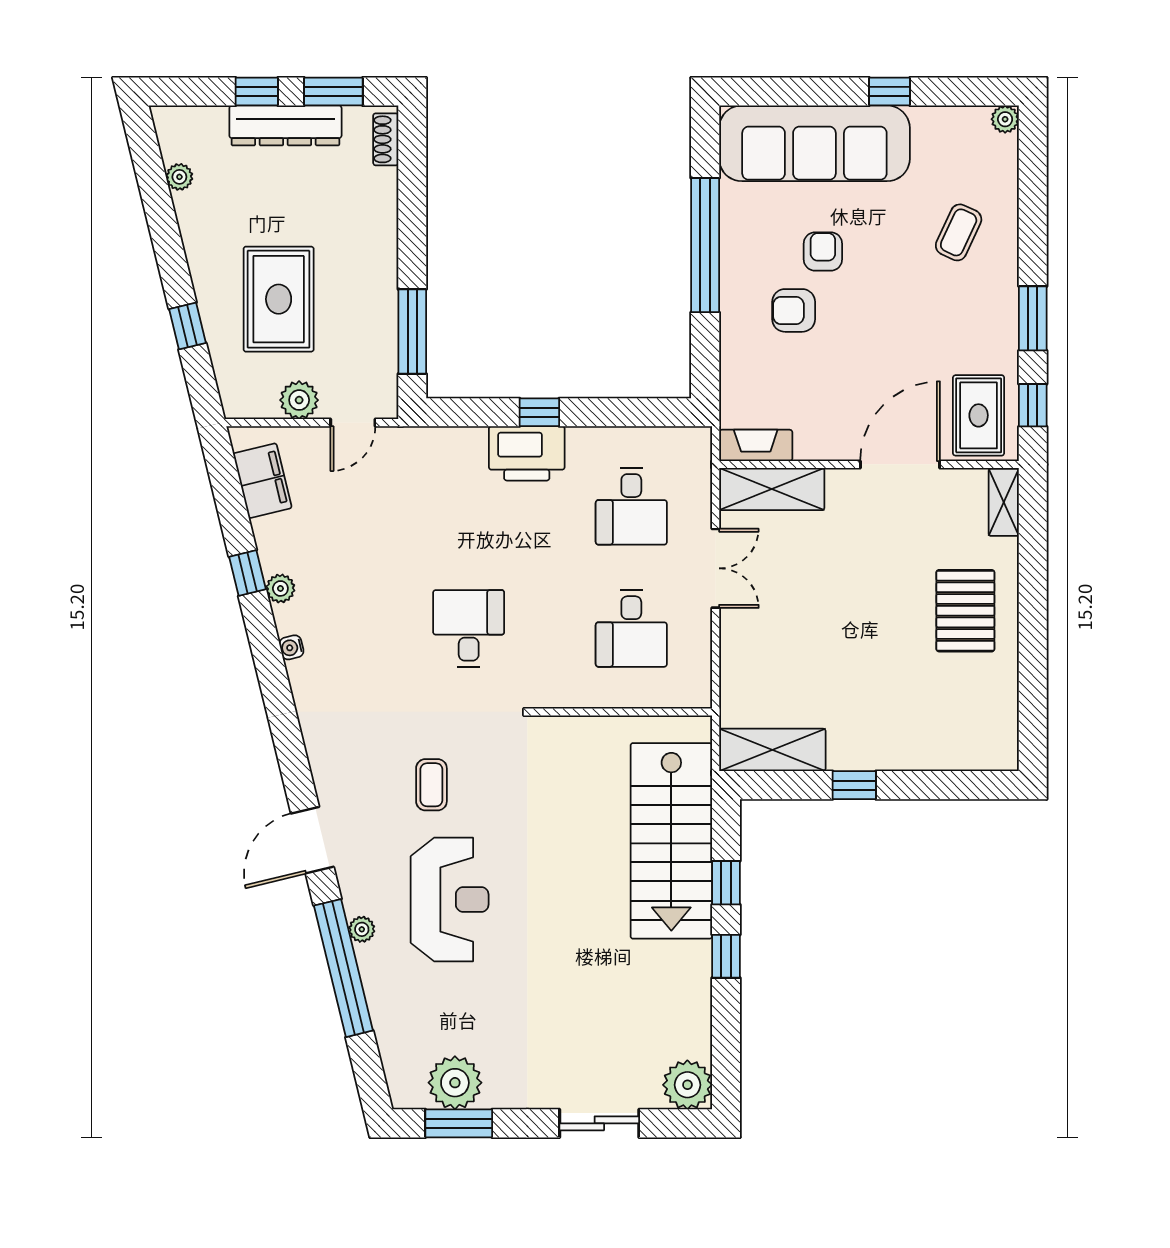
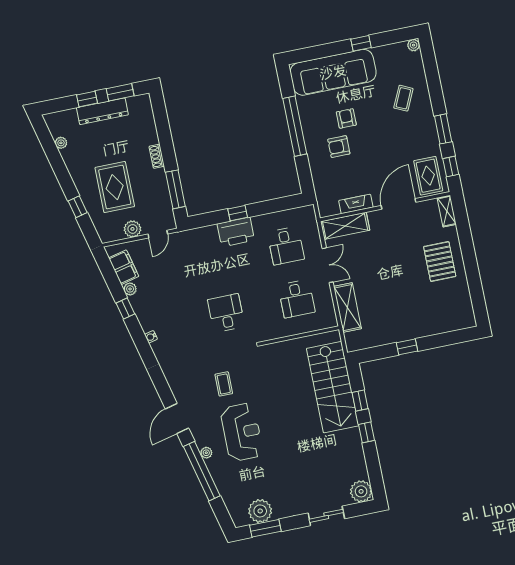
shoe rack: (386, 139) -> (157, 156), moved
fireplace: (756, 445) -> (356, 204), moved
plant: (280, 588) -> (130, 289), moved
shelving: (772, 750) -> (348, 308), moved, turned 90

